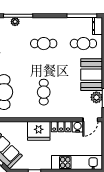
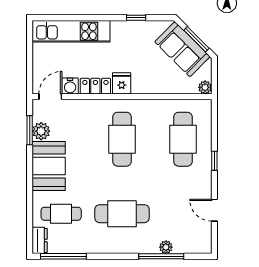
cafe table: (44, 44) -> (122, 214), width x1.37, depth x1.35
cafe table: (44, 92) -> (122, 139), width x1.37, depth x1.35
fridge: (39, 131) -> (122, 83), width x0.53, depth x0.75

